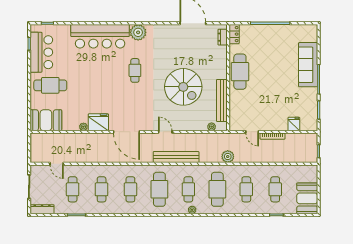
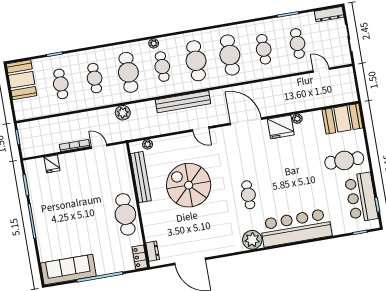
sofa: (308, 65) -> (68, 270), moved, turned -90
cafe table: (130, 189) -> (230, 55), width x1.37, depth x1.35

